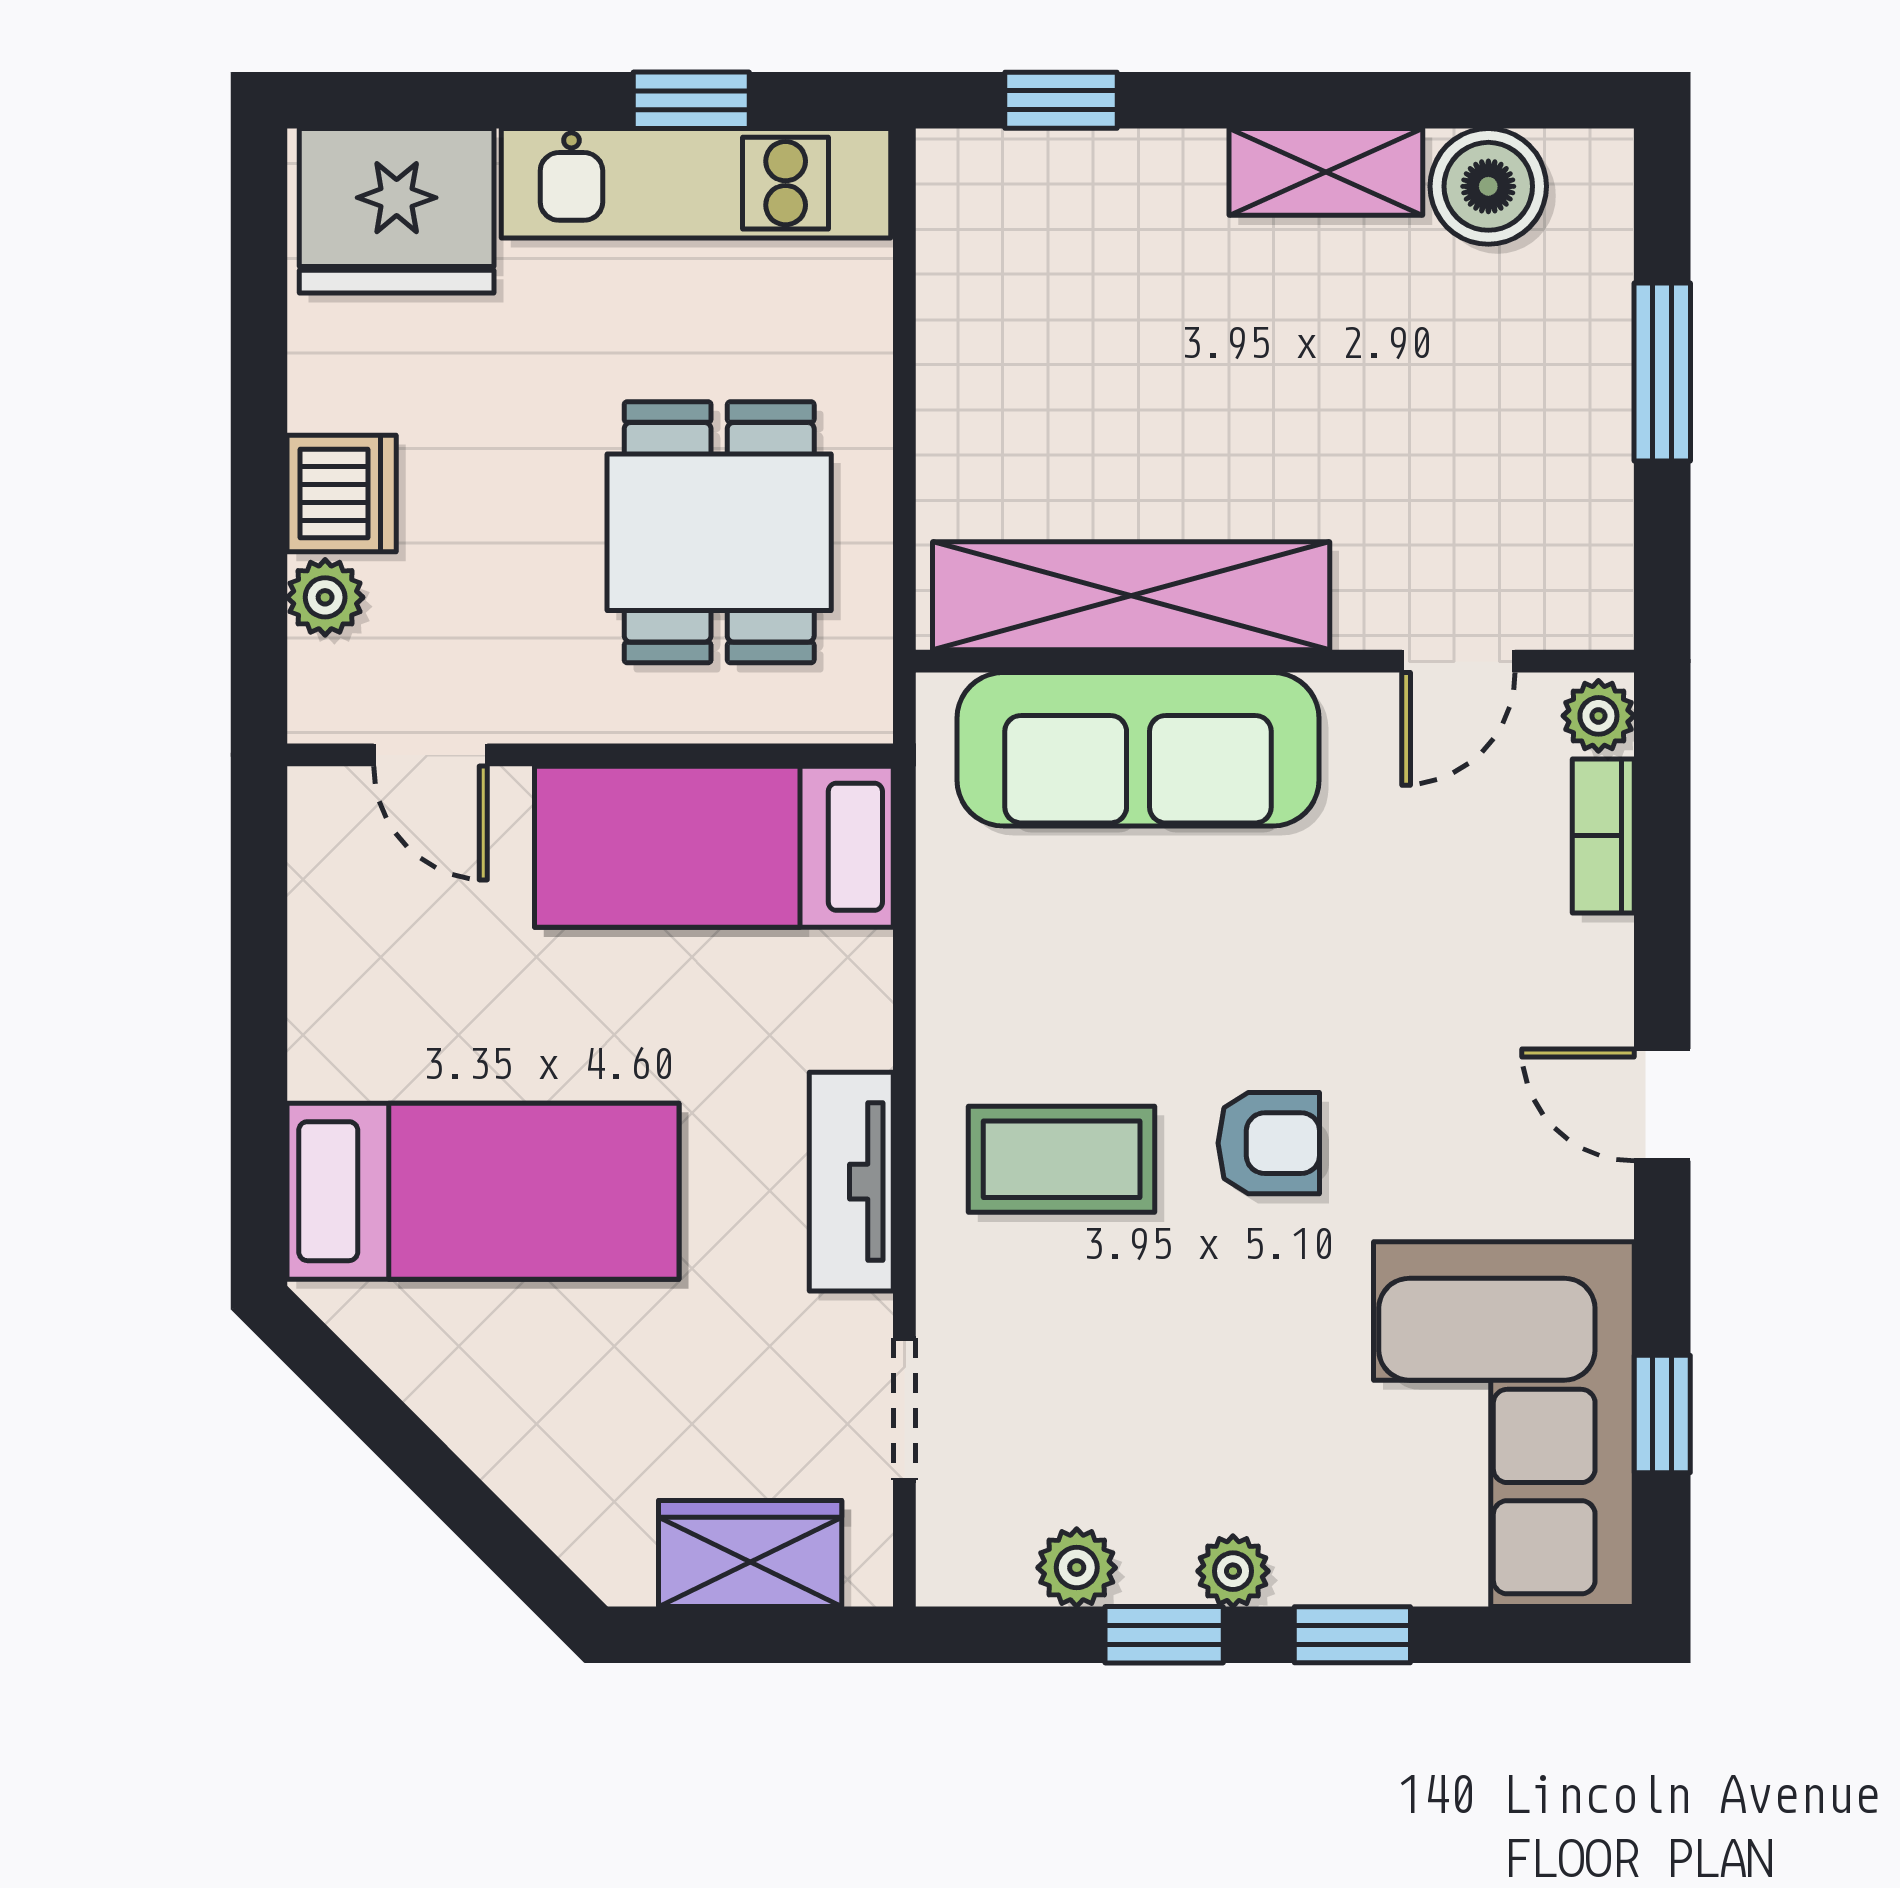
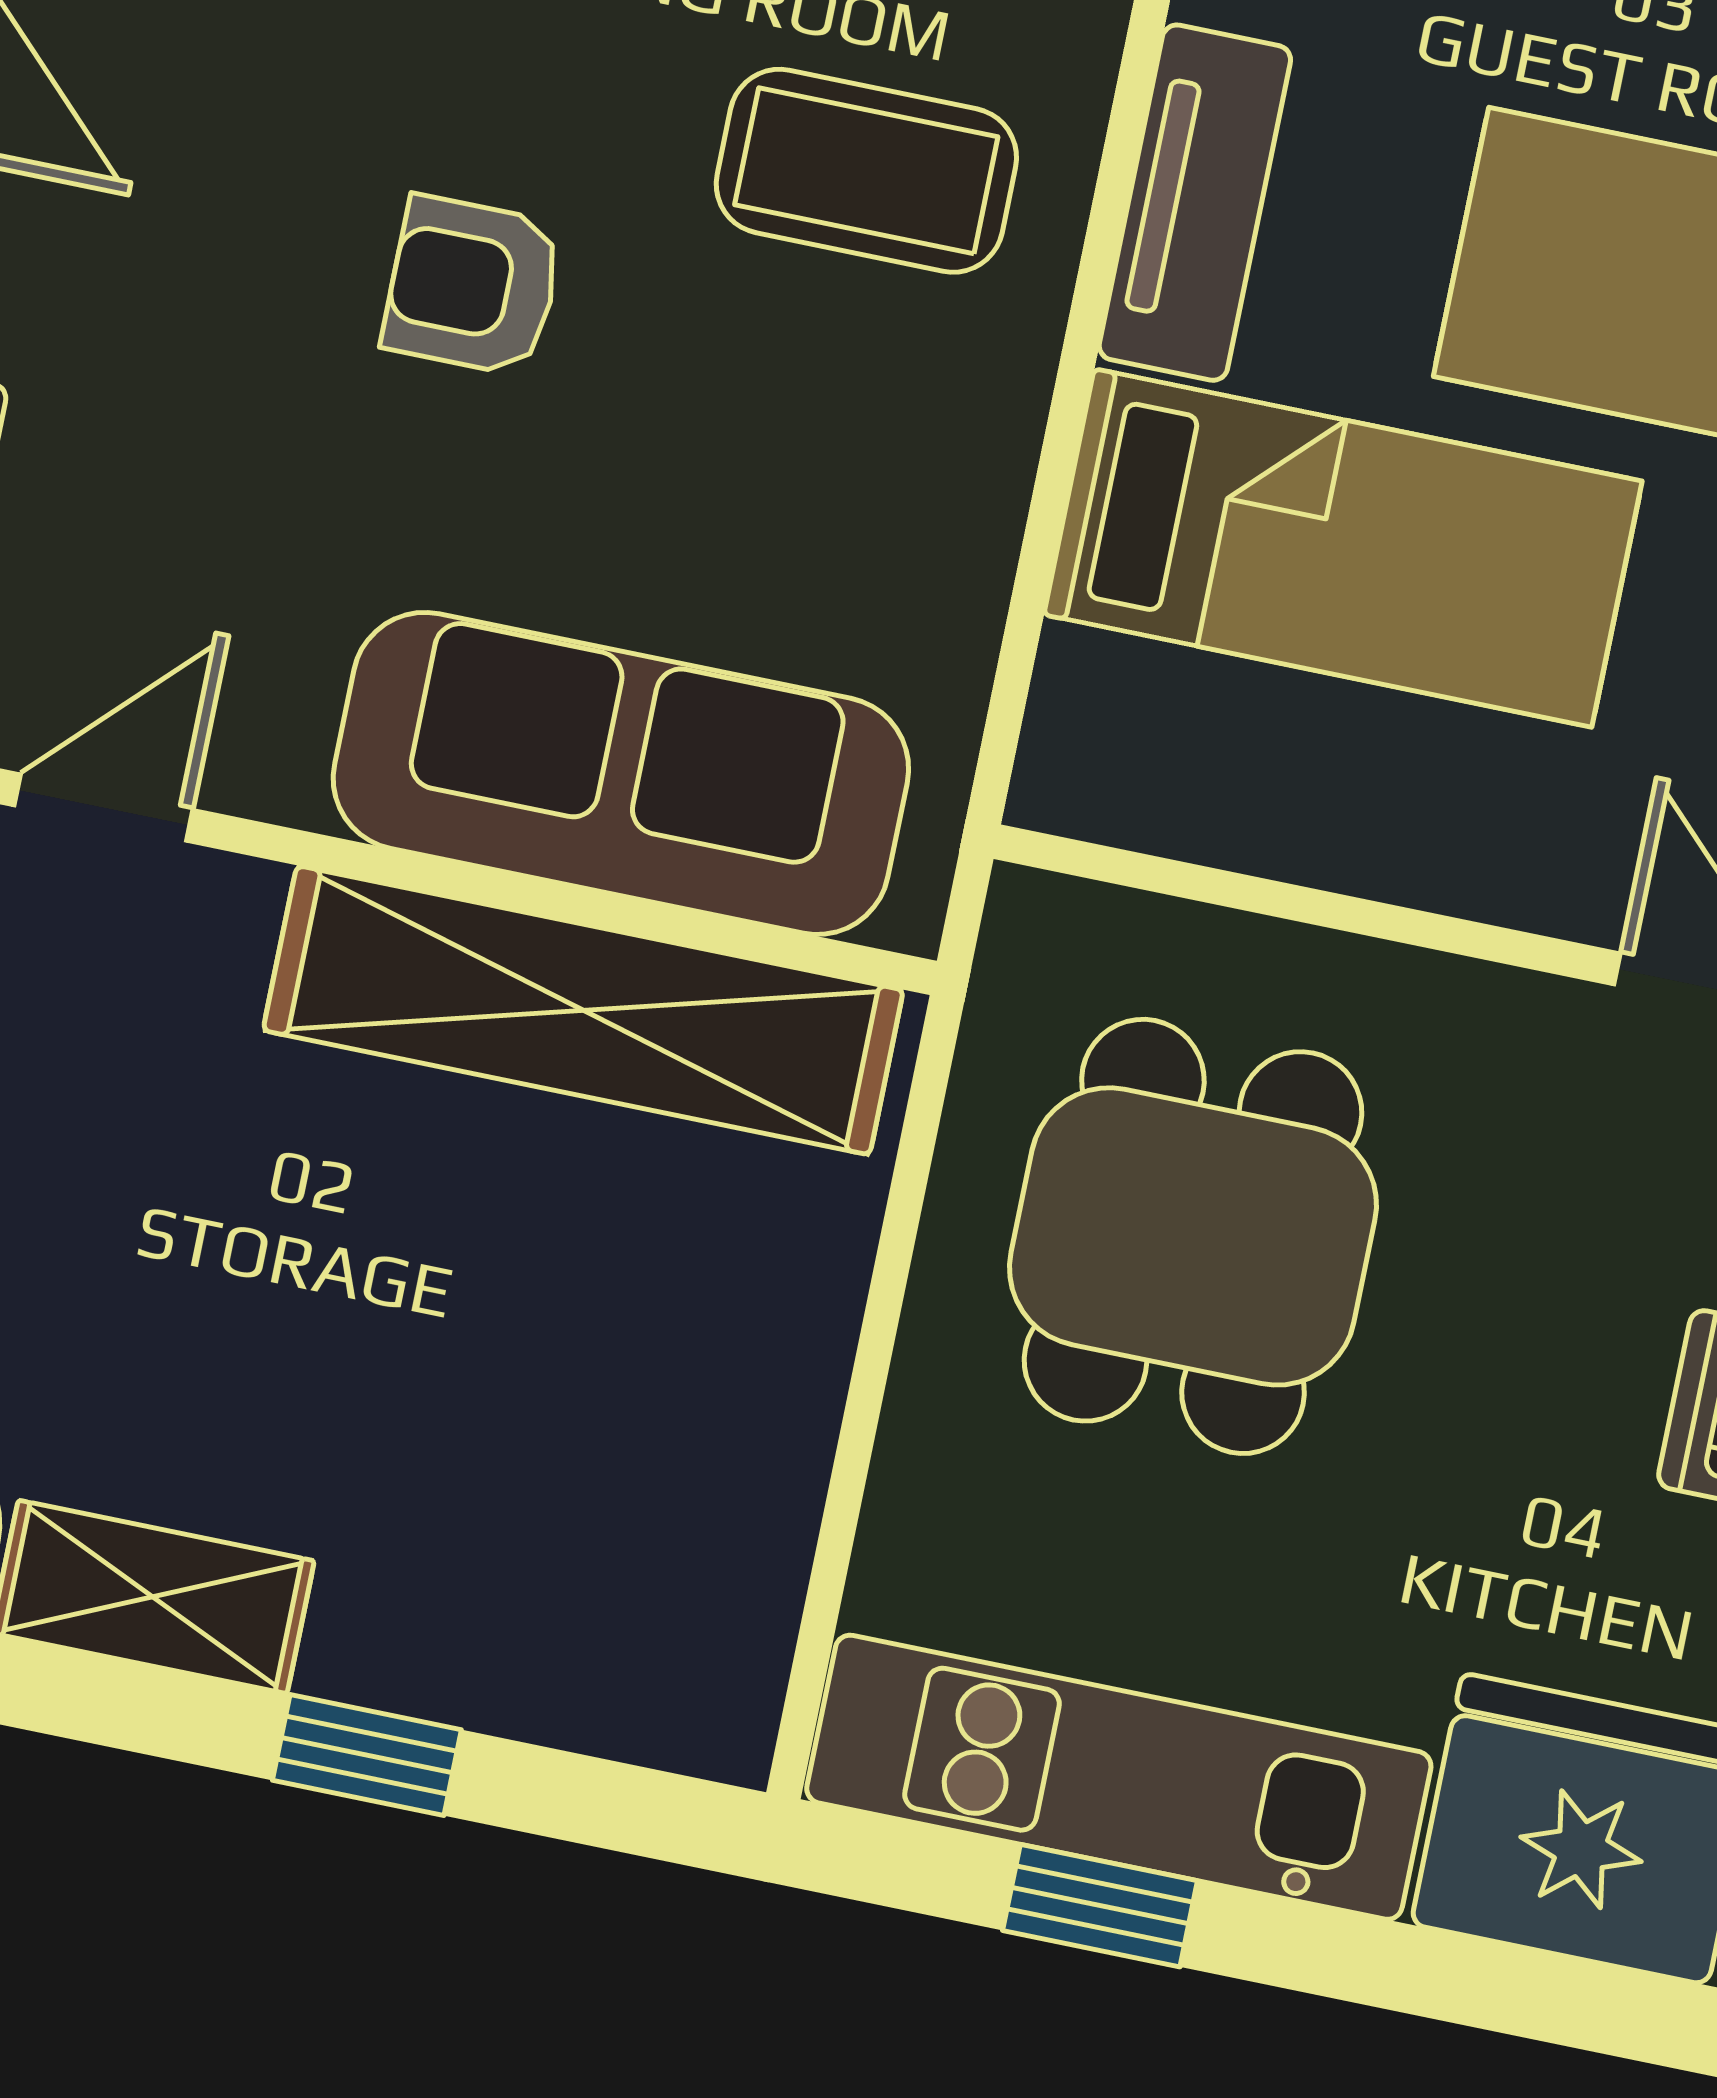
window: (1061, 100) -> (367, 1755), moved
bed: (714, 847) -> (1343, 548), moved
armchair: (1269, 1143) -> (473, 286), moved

